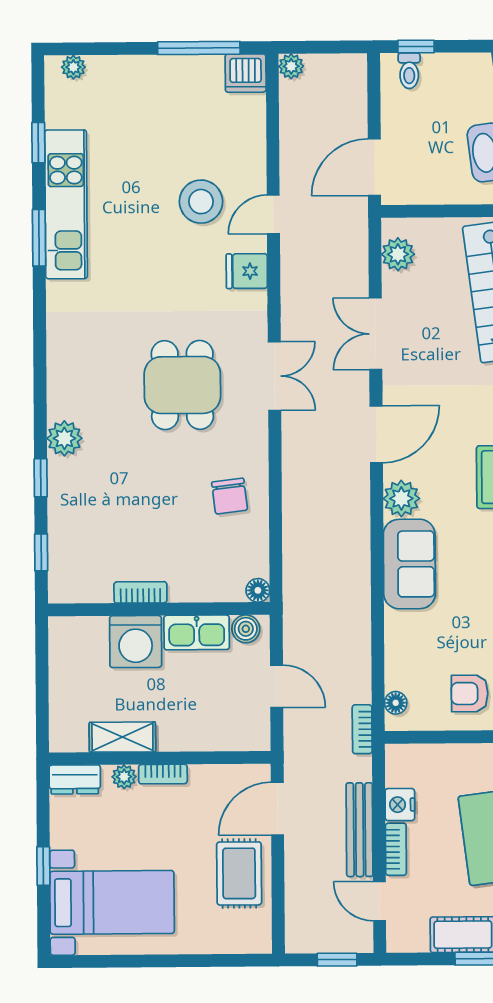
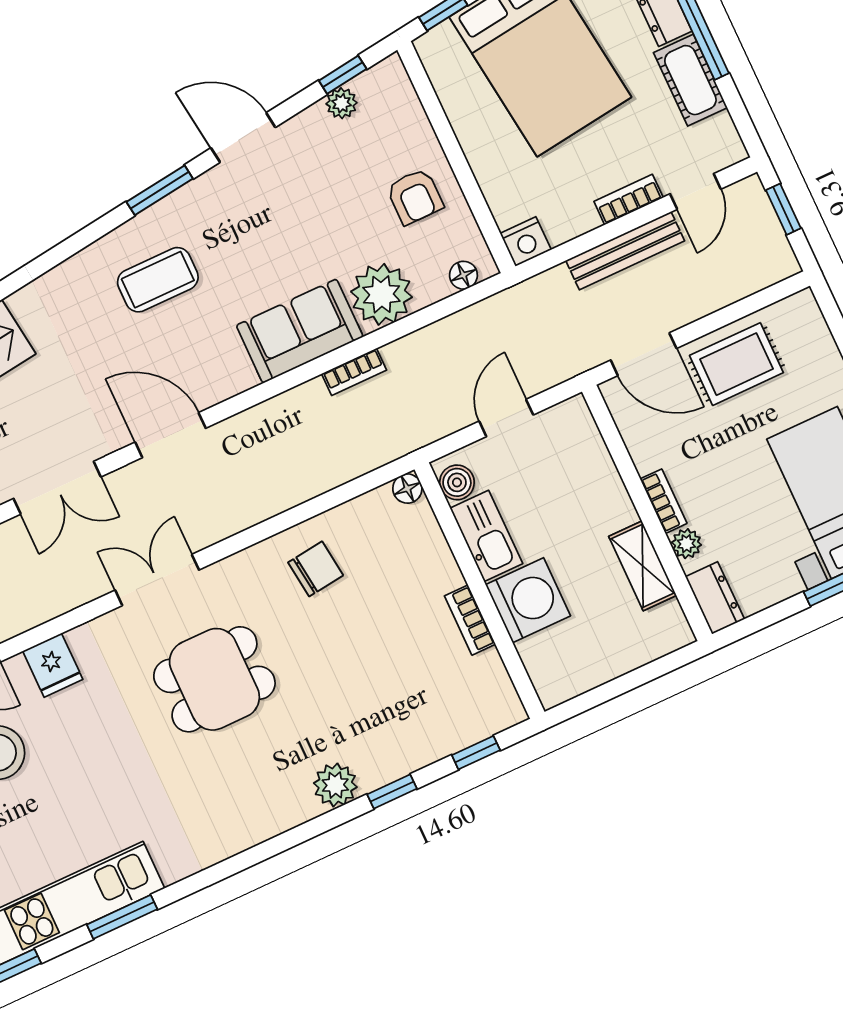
plant: (401, 498) -> (381, 294), moved, width x1.36, depth x1.36
bookcase: (362, 729) -> (354, 372), moved
nightstand: (400, 805) -> (526, 241), moved

